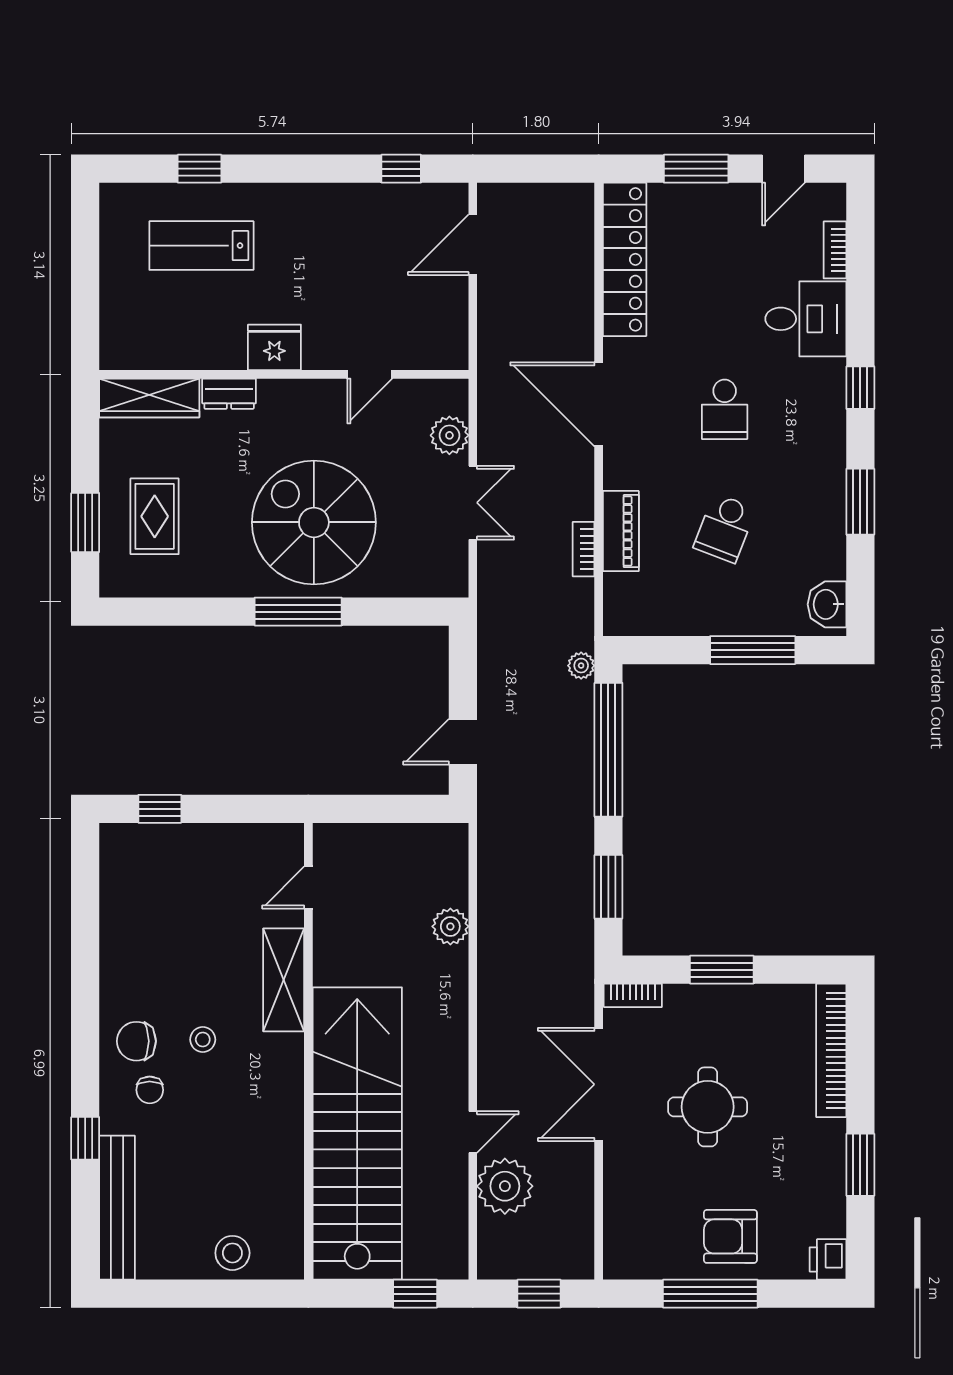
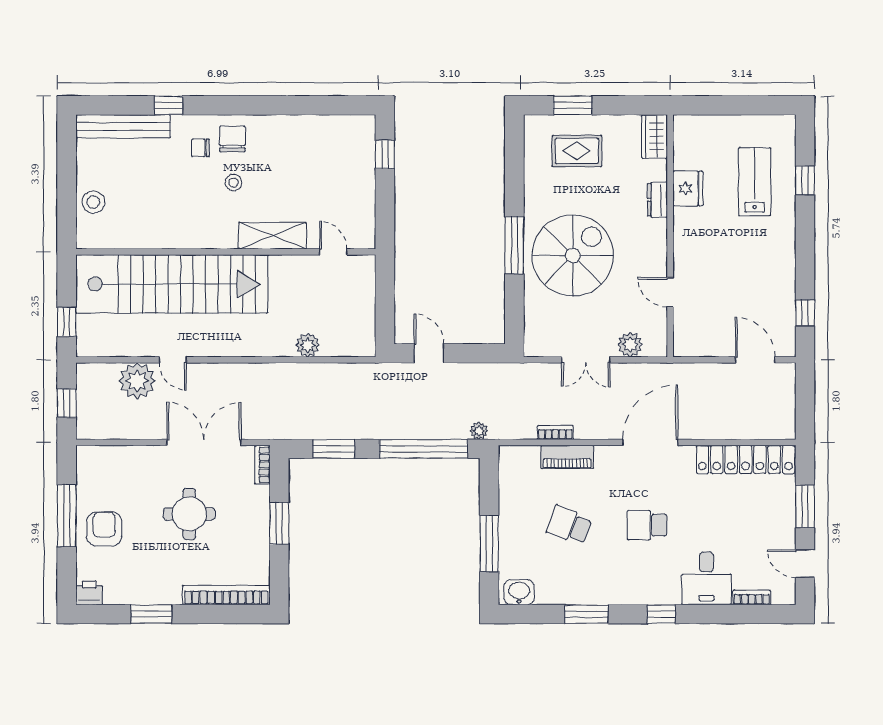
fridge: (274, 347) -> (688, 188), moved
wardrobe: (149, 398) -> (655, 136), width x0.67

